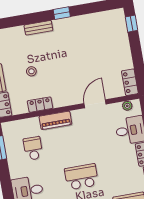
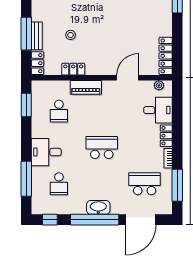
locker: (130, 82) -> (166, 56), width x1.53
school desk: (33, 148) -> (59, 111), turned 180

